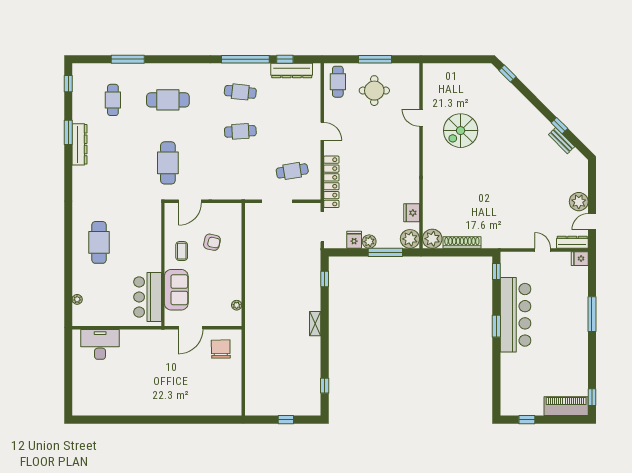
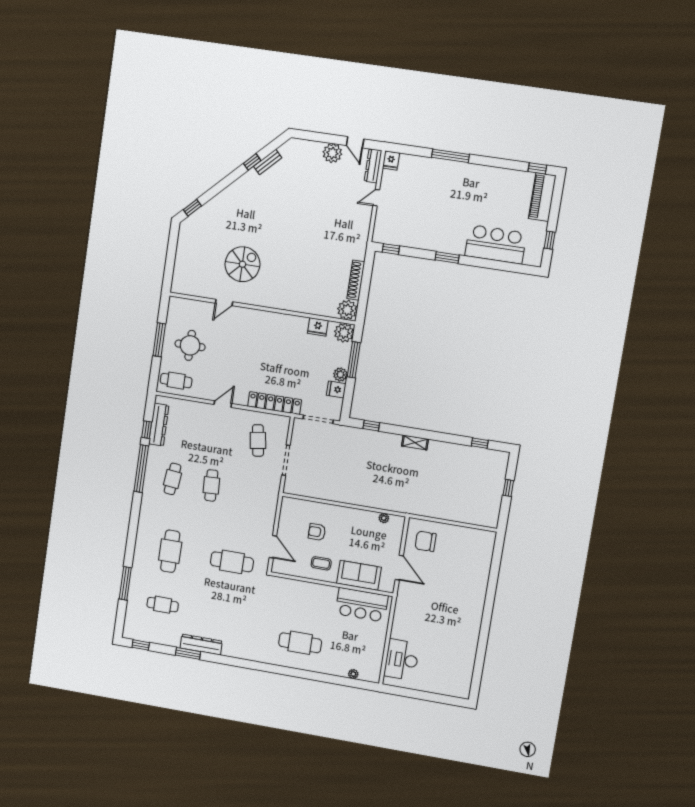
spiral stairs: (461, 131) -> (242, 264), turned -90
armchair: (212, 242) -> (317, 532), turned -102
bar counter: (516, 315) -> (496, 244), moved, width x0.73

